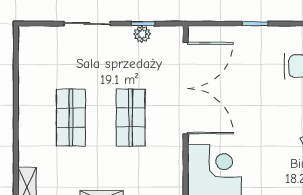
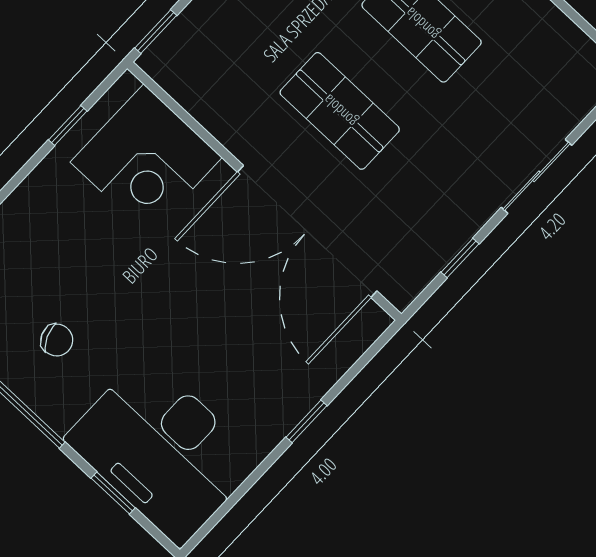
plant: (142, 34) -> (446, 242), removed

